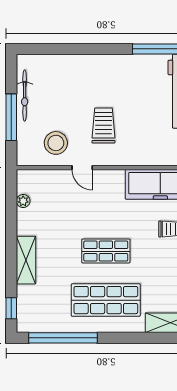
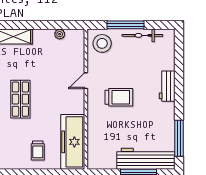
workbench: (89, 64) -> (167, 86), added
stool: (56, 143) -> (102, 43), moved

